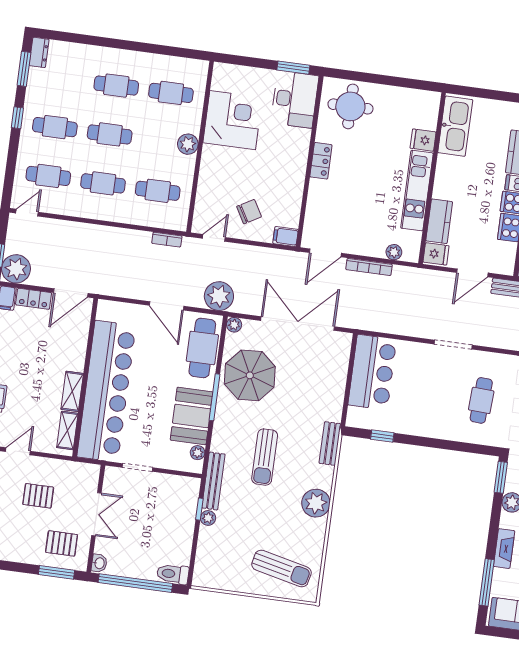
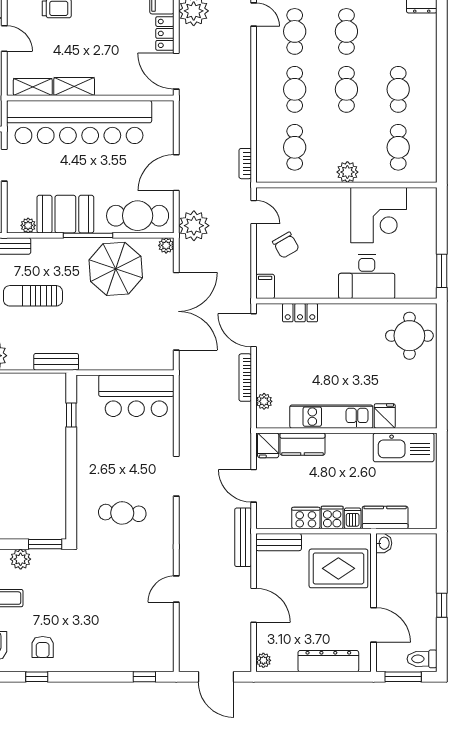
desk: (295, 99) -> (367, 277), moved
locker: (321, 161) -> (300, 313), moved

